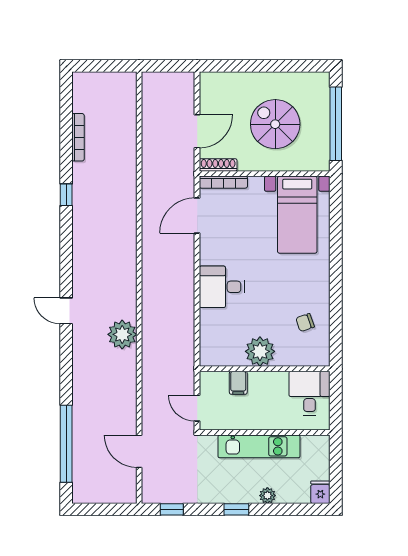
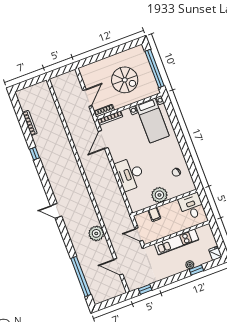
spiral stairs: (275, 124) -> (125, 80), turned 180
desk: (222, 287) -> (130, 174), width x1.37
plant: (122, 334) -> (96, 233), moved
window: (236, 509) -> (196, 270), moved

